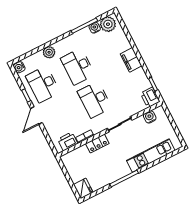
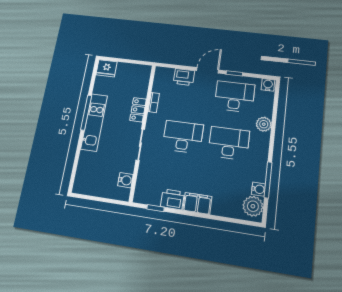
printer: (150, 97) -> (172, 199), moved
door: (36, 115) -> (208, 70), hinge flipped
printer: (68, 141) -> (184, 77), moved, turned 90
kitchen unit: (151, 155) -> (94, 122), moved

